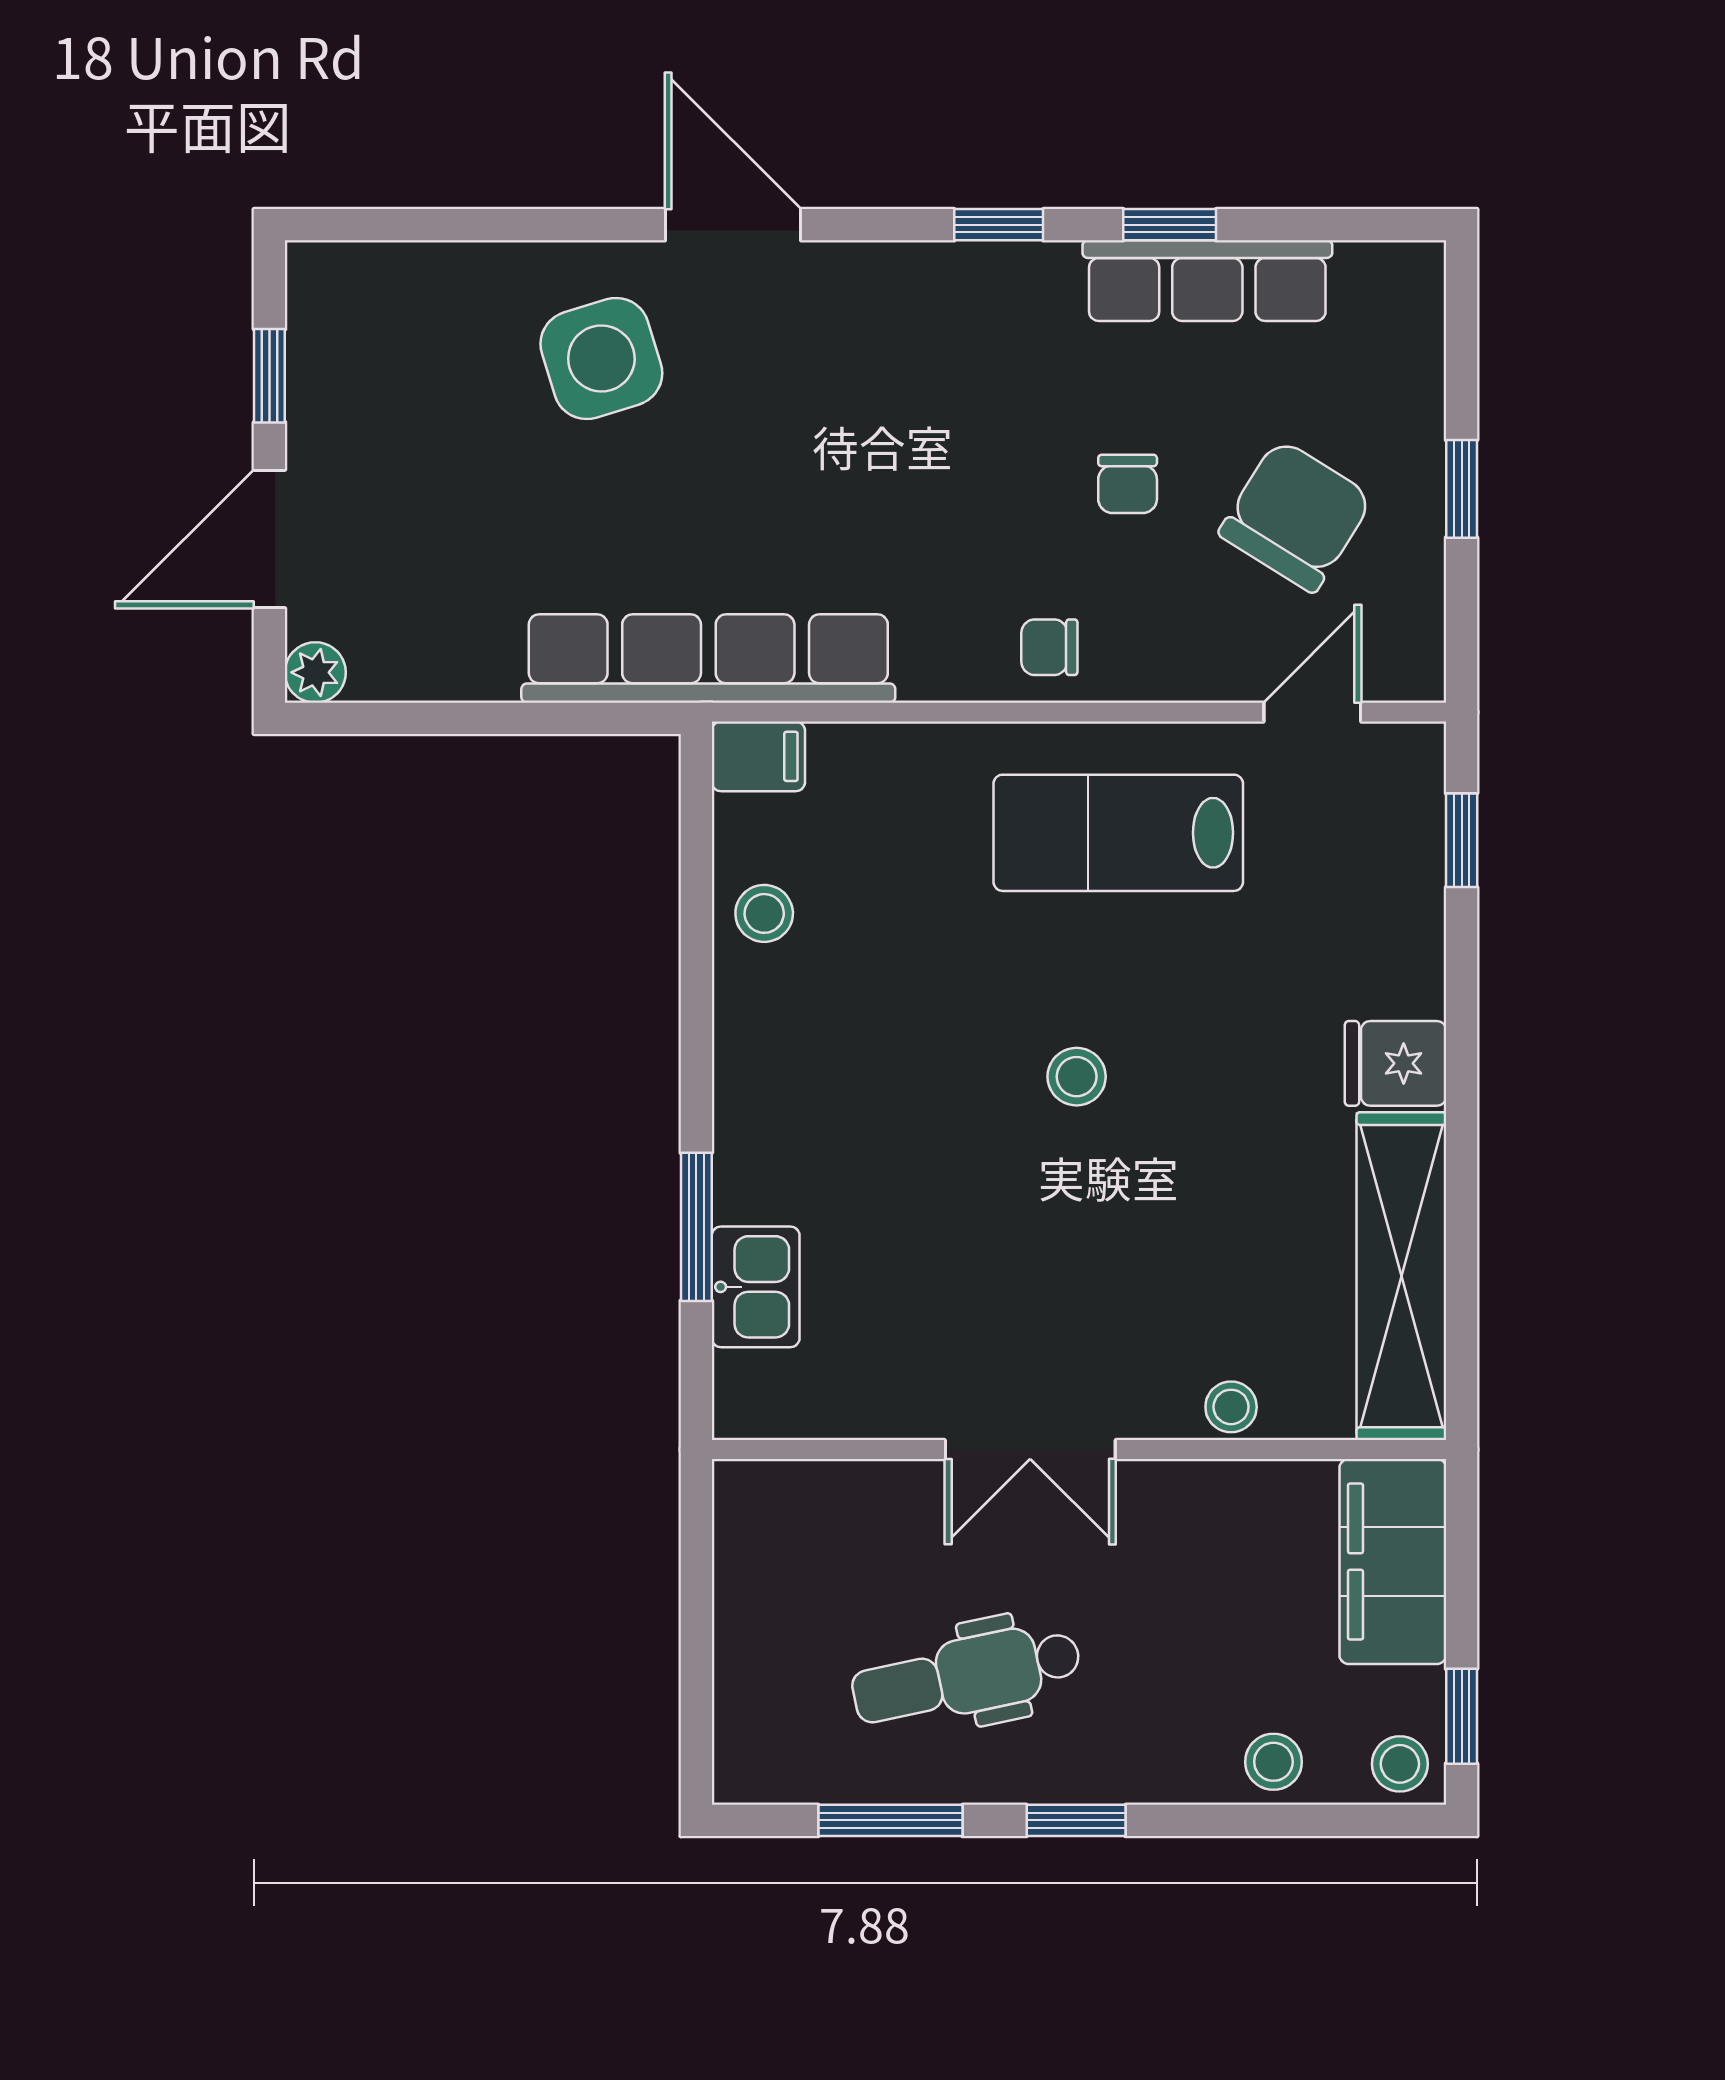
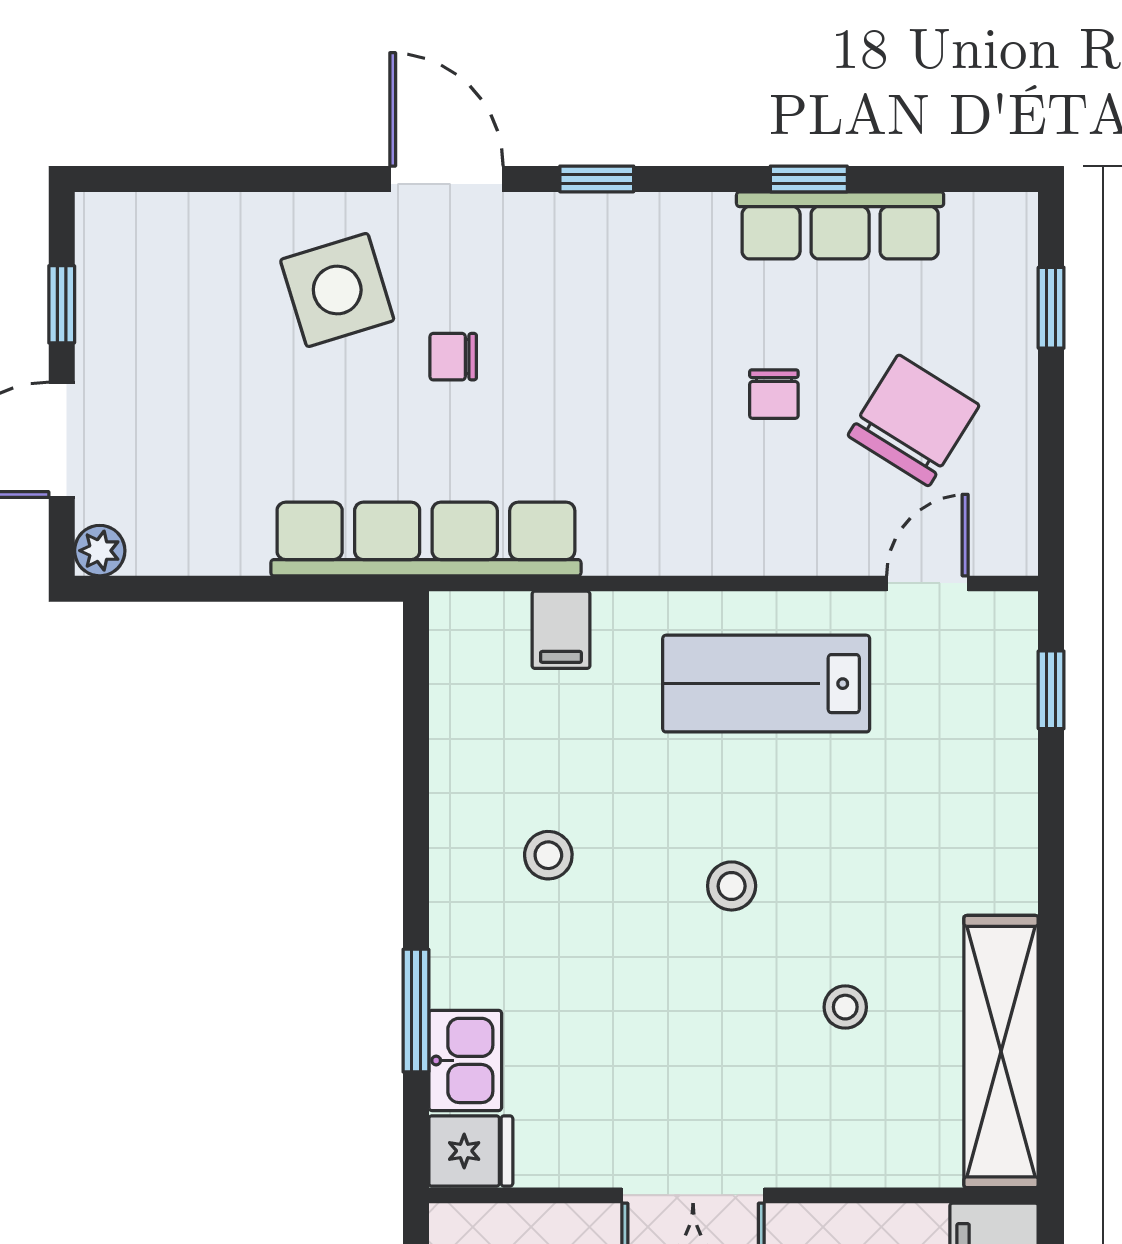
window: (999, 225) -> (597, 179), moved
window: (1462, 489) -> (1051, 308), moved
chair: (1049, 647) -> (453, 357), moved
filing cabinet: (758, 756) -> (561, 630), moved, turned 90
stool: (764, 913) -> (548, 855), moved
fridge: (1395, 1063) -> (471, 1151), moved, turned 180
stool: (1231, 1407) -> (845, 1007), moved

